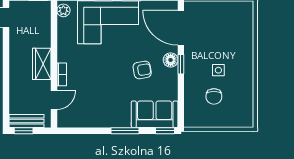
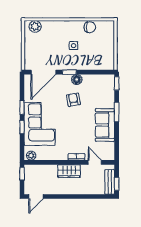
plant: (245, 16) -> (35, 26), added
floor lamp: (171, 60) -> (77, 80), moved
chair: (214, 96) -> (90, 27), moved
sofa: (155, 114) -> (105, 125), moved

